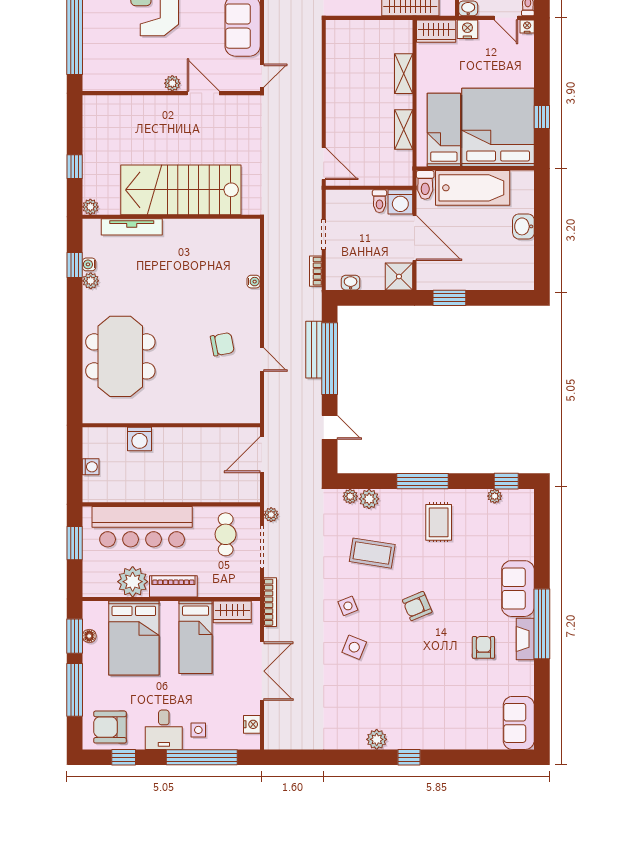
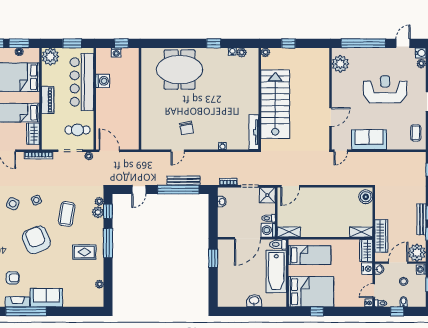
boiler: (342, 32) -> (366, 197), added
shelving: (404, 74) -> (361, 232), moved
door: (262, 76) -> (341, 151), hinge flipped
plant: (172, 83) -> (340, 64), moved, width x1.88, depth x1.88
bed: (498, 127) -> (311, 292), width x0.73
shelving: (404, 130) -> (289, 232), moved
tv unit: (132, 227) -> (254, 132), moved
window: (75, 265) -> (214, 43), moved
shower: (399, 276) -> (267, 195), moved
plant: (91, 281) -> (242, 52), moved
washing machine: (140, 439) -> (103, 81), moved, turned 180
door: (262, 455) -> (109, 151), moved
window: (75, 458) -> (121, 43), added
window: (506, 481) -> (108, 211), moved
plant: (133, 582) -> (50, 57), moved
armchair: (417, 606) -> (36, 240), width x1.88, depth x1.88

